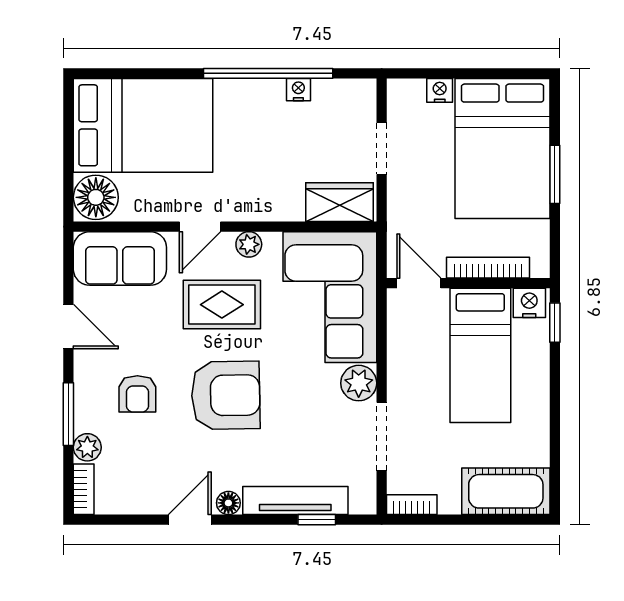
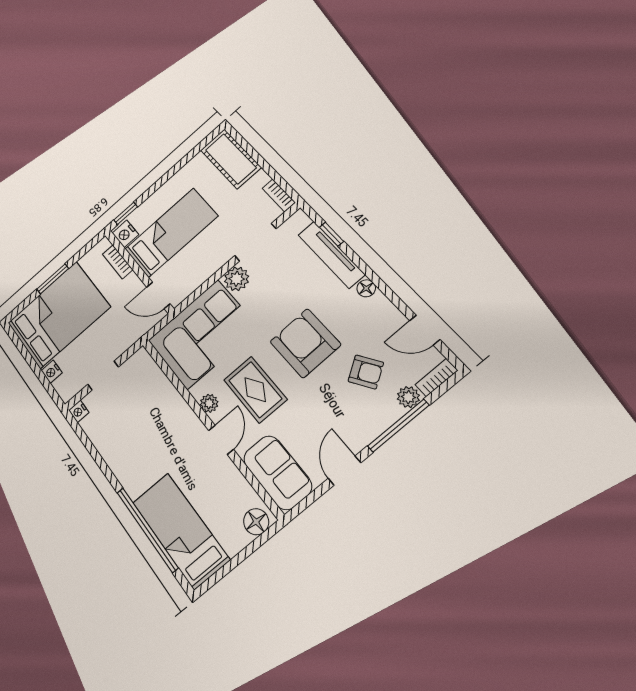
window: (268, 73) -> (147, 530), moved
nightstand: (298, 90) -> (79, 411), moved
bed: (143, 125) -> (180, 531), width x0.67
floor lamp: (96, 197) -> (256, 522), width x0.73, depth x0.73
wardrobe: (340, 202) -> (148, 373), removed
door: (200, 227) -> (221, 440), hinge flipped
bookcase: (488, 268) -> (118, 262), width x0.64
door: (419, 283) -> (158, 295), hinge flipped
armchair: (137, 394) -> (366, 372), moved, turned 57
window: (68, 414) -> (398, 426), width x1.44
door: (190, 520) -> (425, 330), moved

